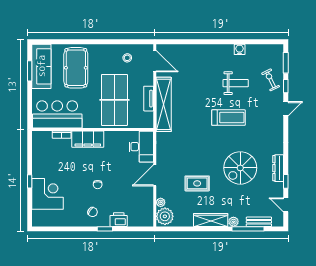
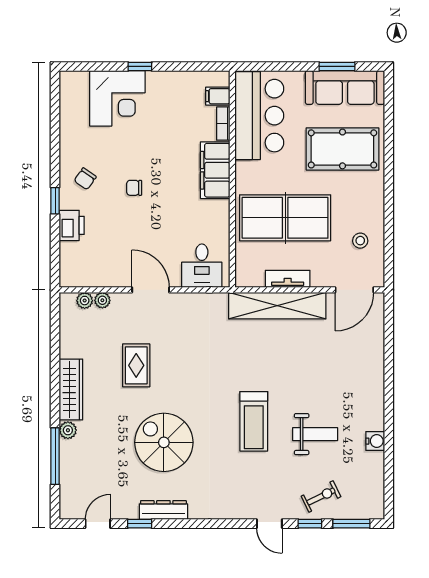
weight bench: (236, 83) -> (315, 434), turned -90
filing cabinet: (46, 138) -> (218, 96), added
desk: (141, 147) -> (202, 266), width x0.73
plant: (165, 216) -> (85, 301), width x0.53, depth x0.53
bench: (259, 222) -> (68, 476), removed

